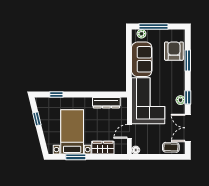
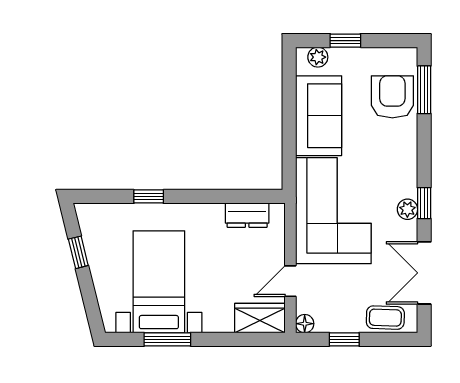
window: (153, 27) -> (345, 41), width x0.46
window: (188, 60) -> (424, 90), moved
window: (56, 95) -> (149, 196), moved
dresser: (106, 103) -> (247, 215), width x0.70
wardrobe: (103, 148) -> (260, 318), moved
window: (153, 157) -> (344, 339), added

